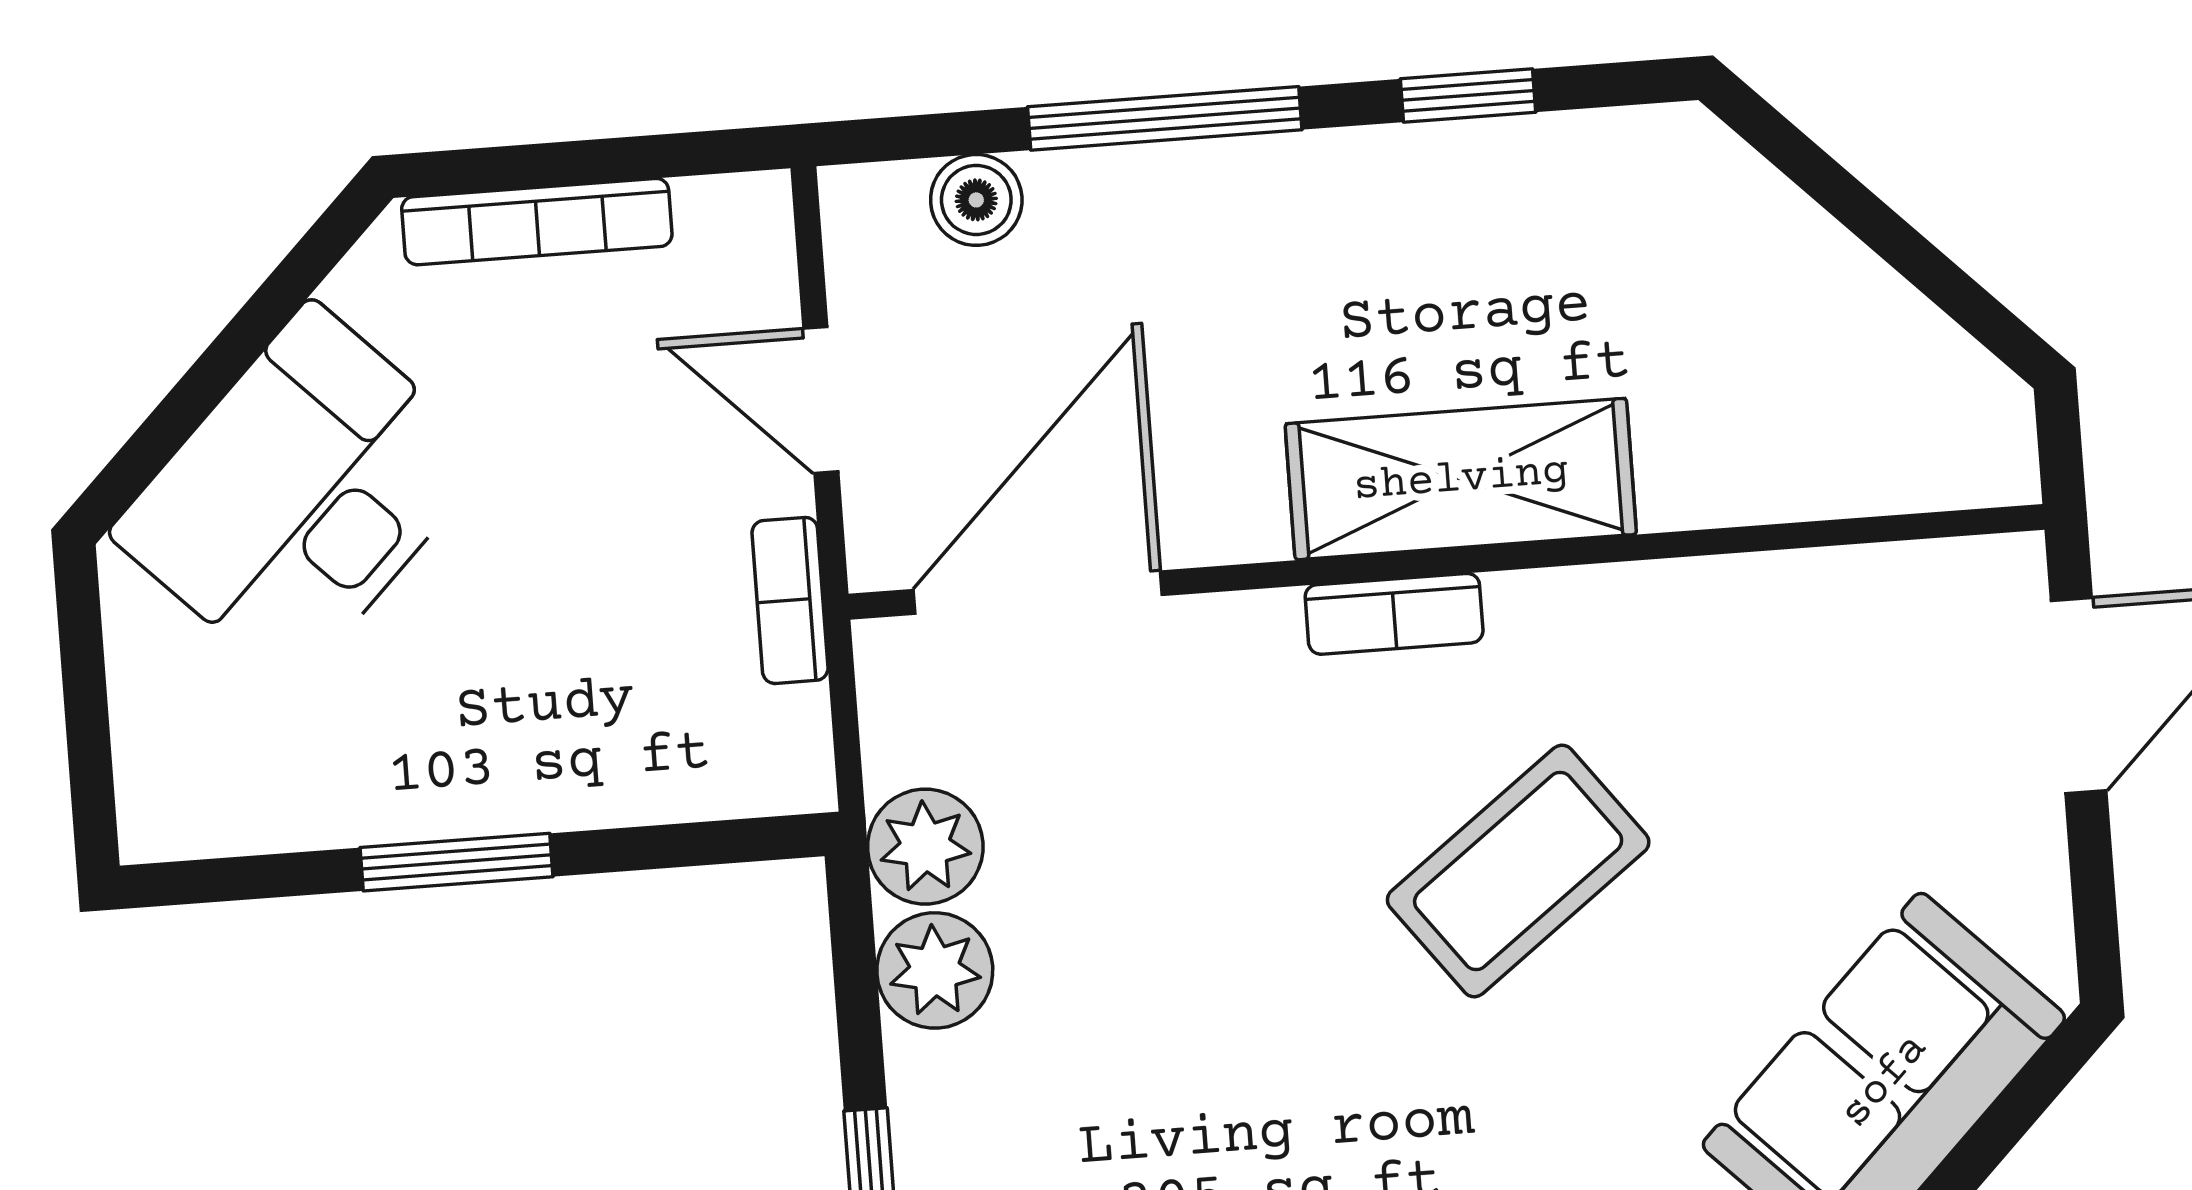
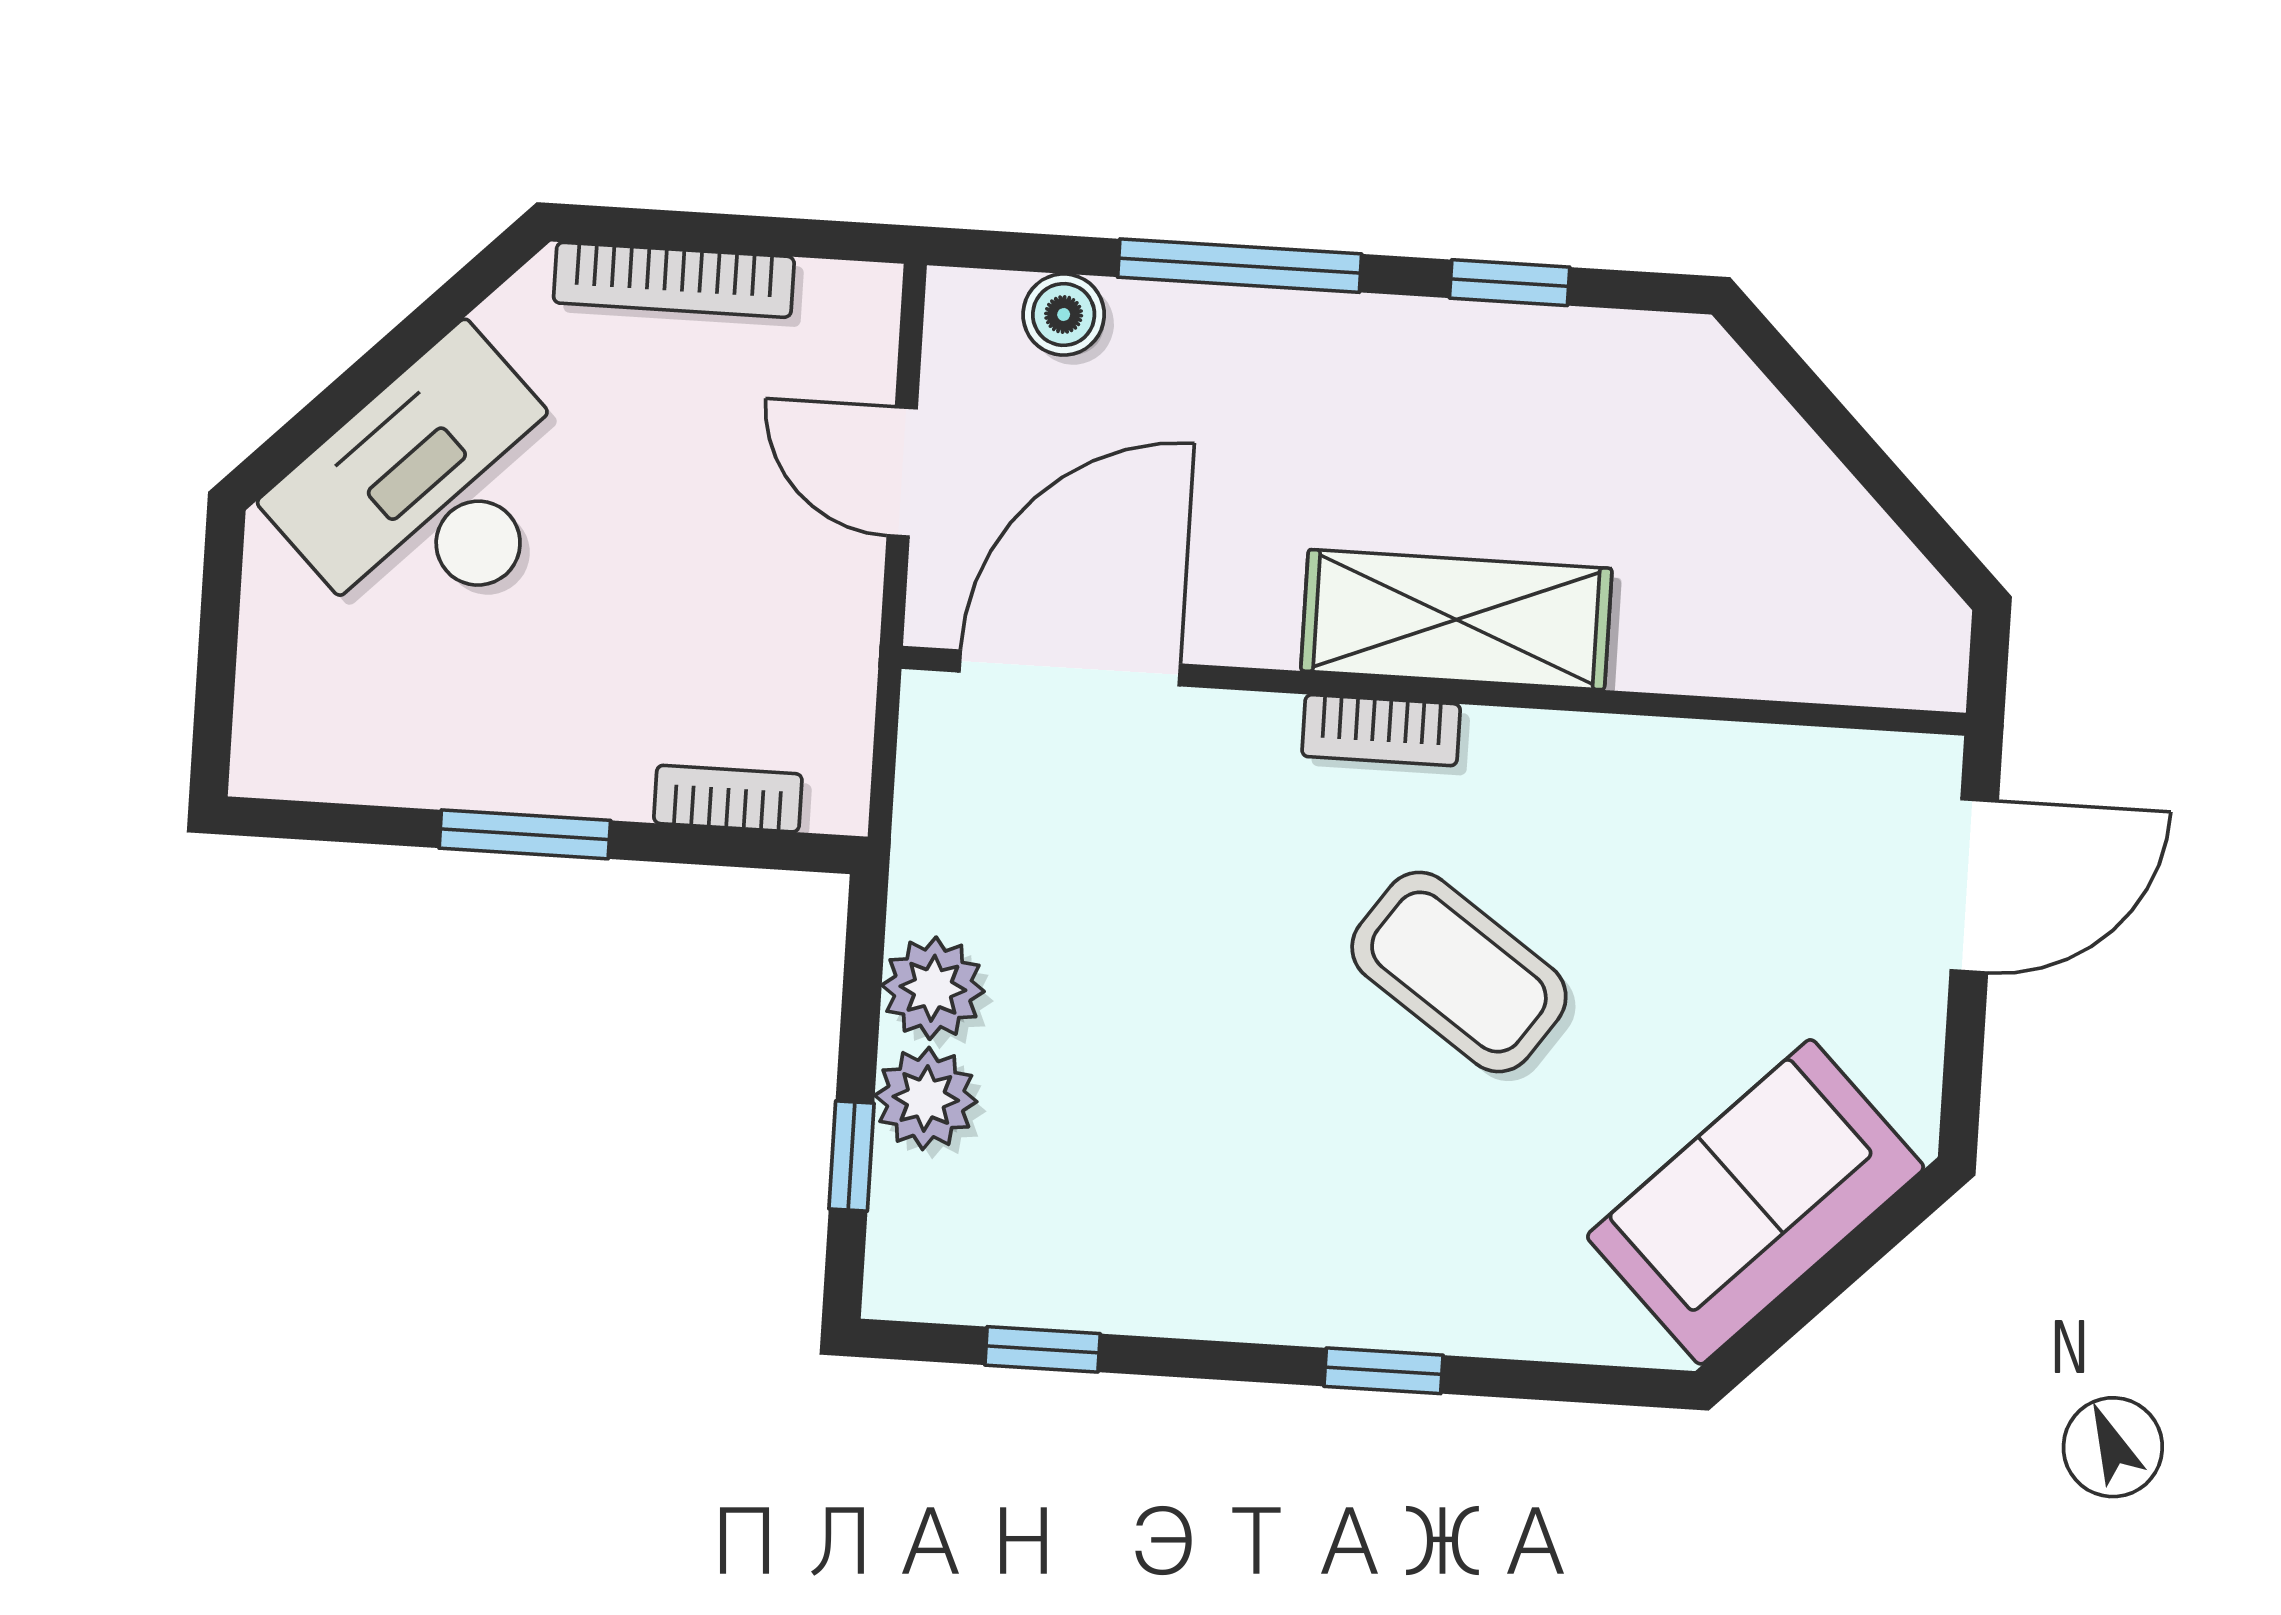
bookcase: (790, 600) -> (728, 799), moved, turned 90
plant: (925, 847) -> (926, 1098), moved
coffee table: (1518, 871) -> (1459, 972), turned 72

